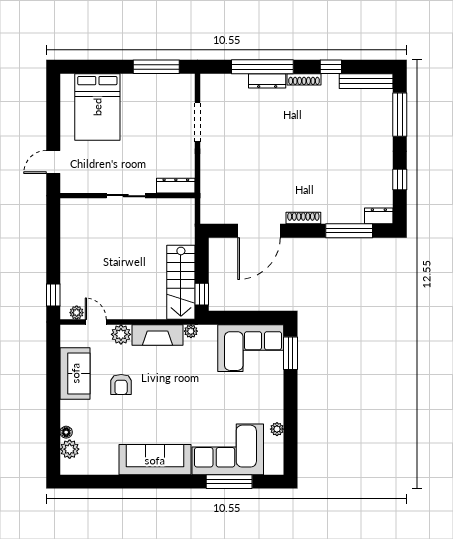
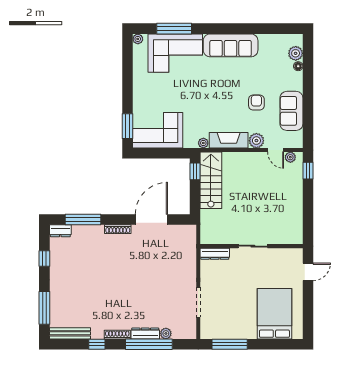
plant: (240, 81) -> (166, 333), added
plant: (277, 429) -> (138, 39), moved

